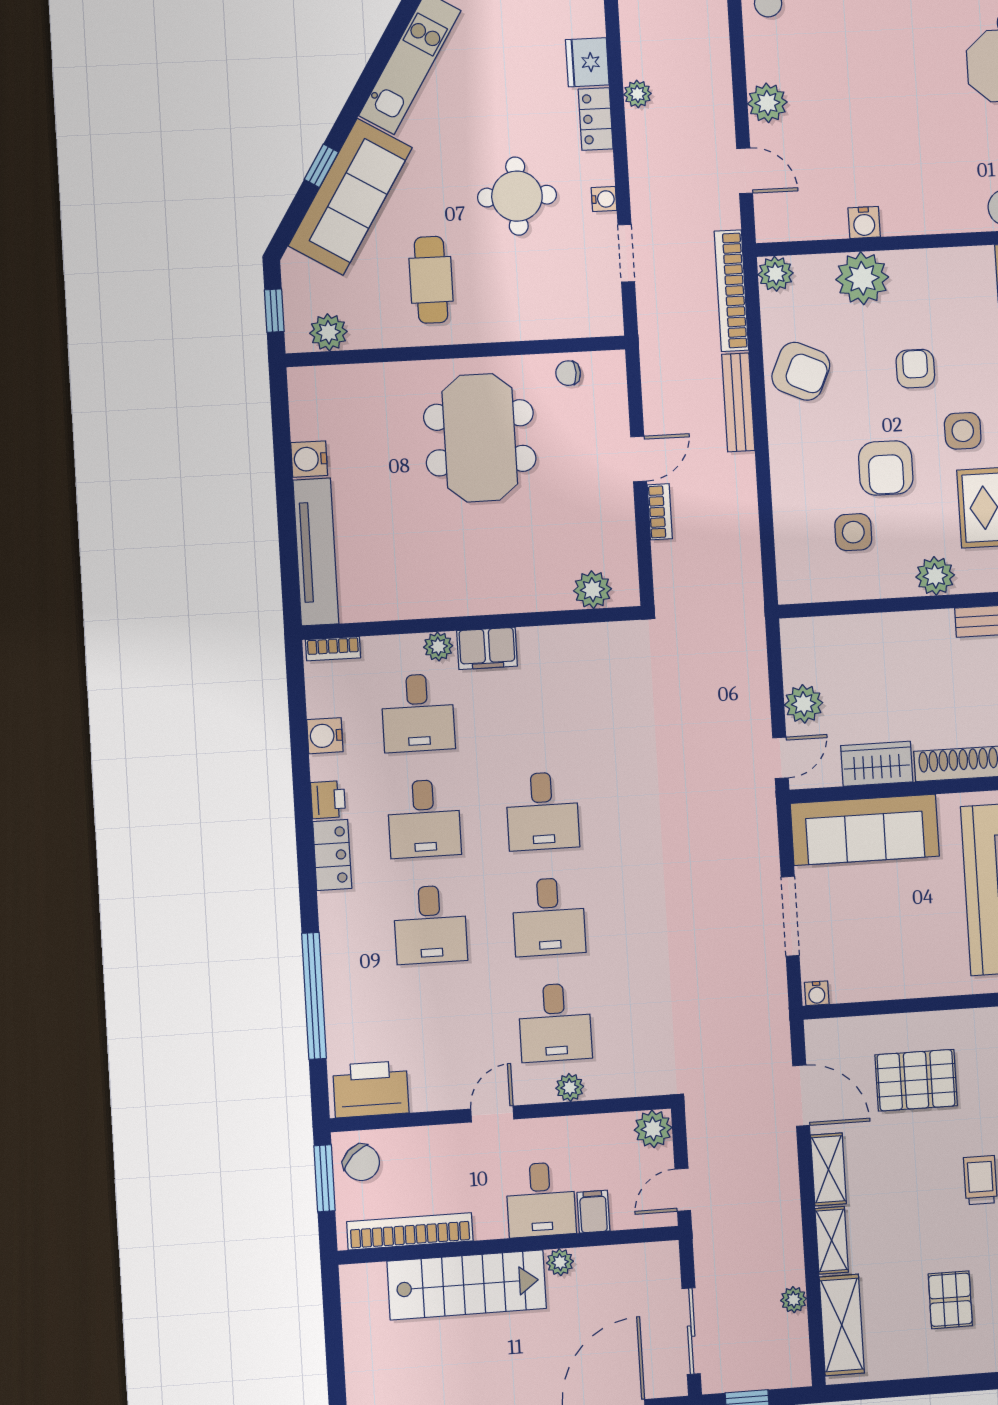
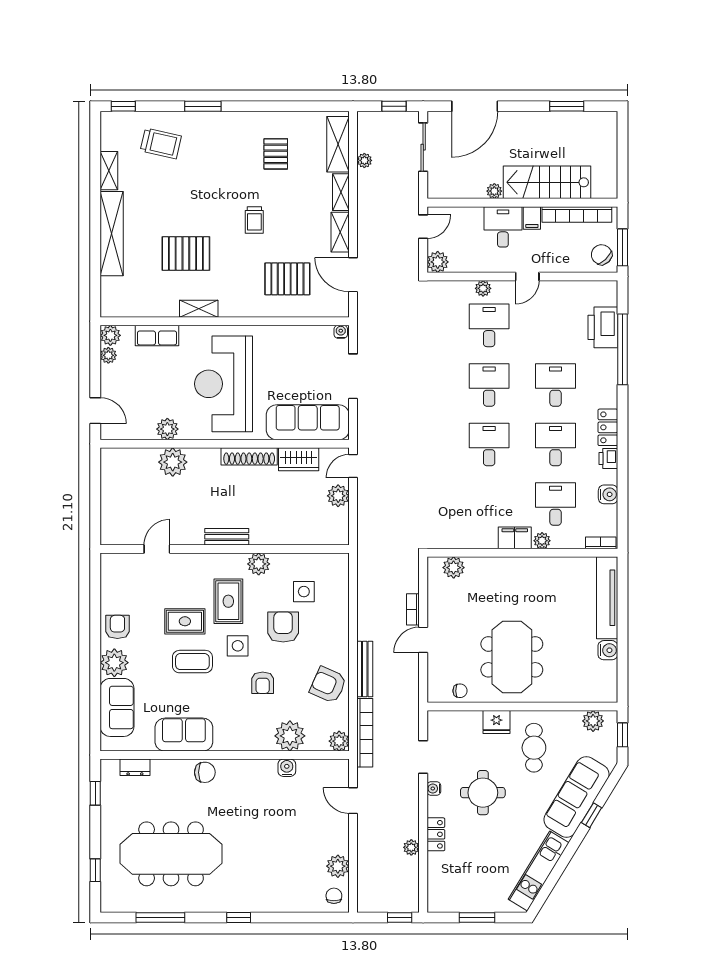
fridge: (587, 62) -> (496, 722), moved, turned 90
plant: (767, 103) -> (338, 866), moved
printer: (371, 1089) -> (603, 327), moved, turned 90
filing cabinet: (593, 1212) -> (532, 218), moved

